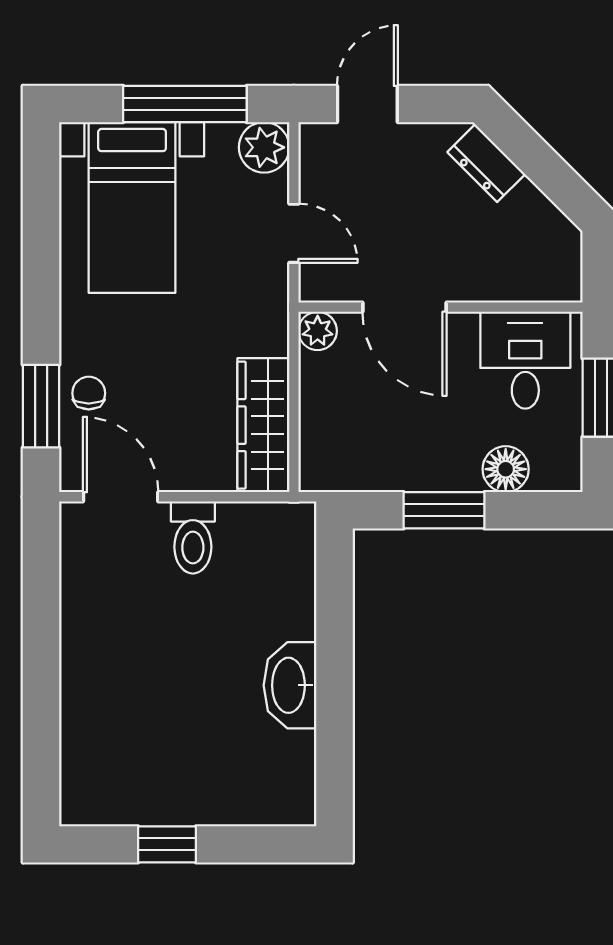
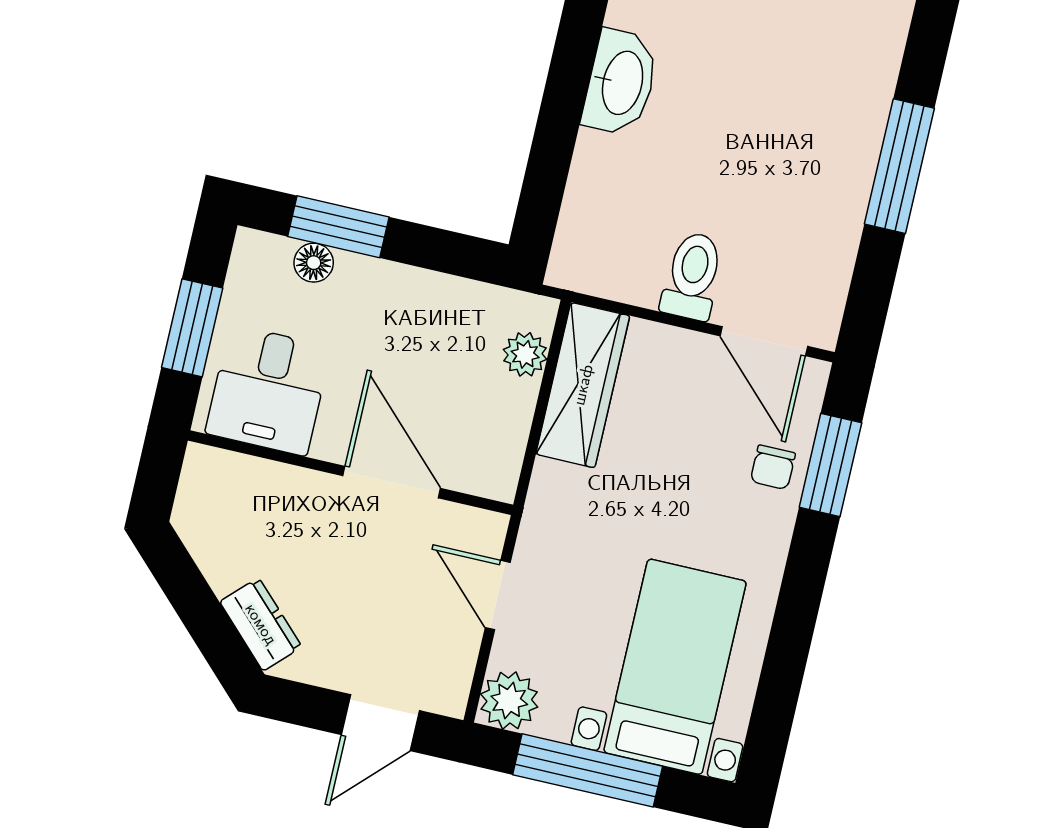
plant: (318, 331) -> (525, 354), moved
floor lamp: (506, 469) -> (314, 263), width x0.73, depth x0.73
window: (444, 510) -> (338, 227), moved
window: (41, 669) -> (899, 166), added

